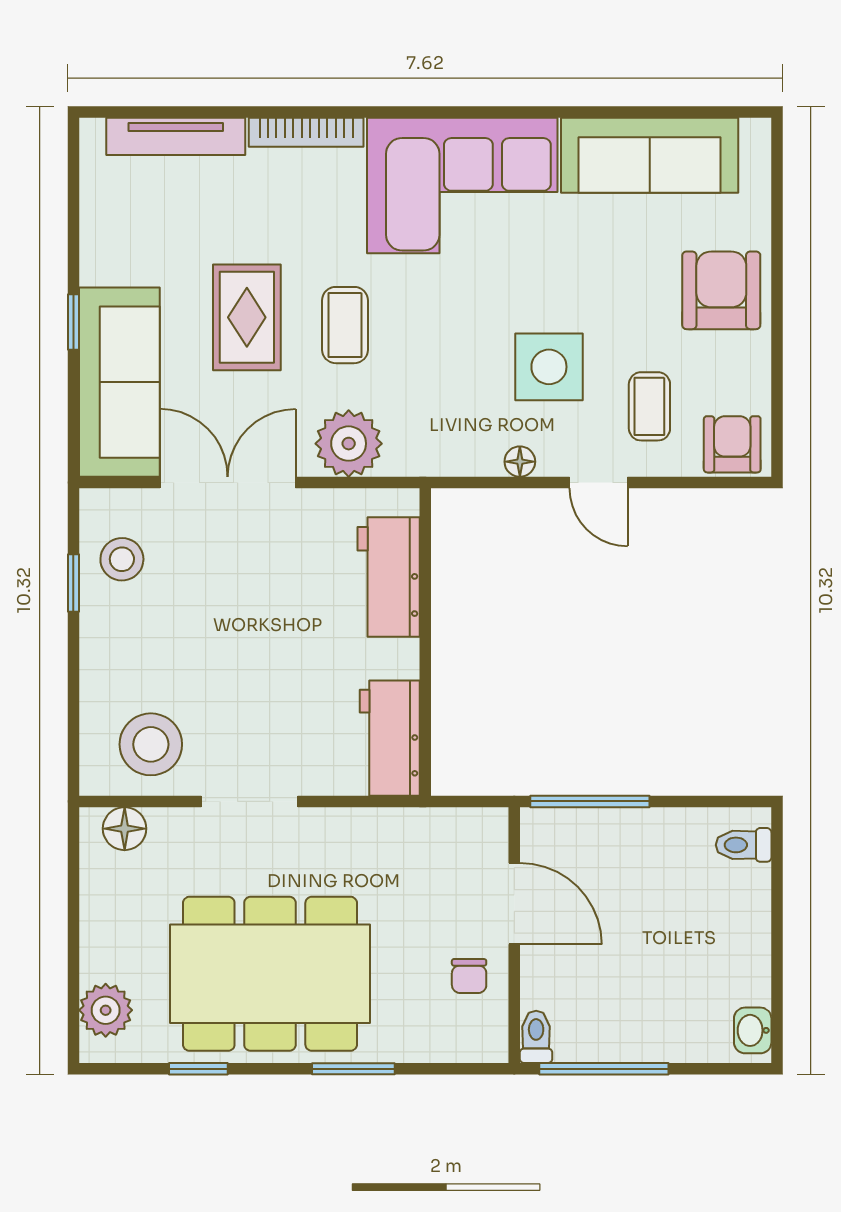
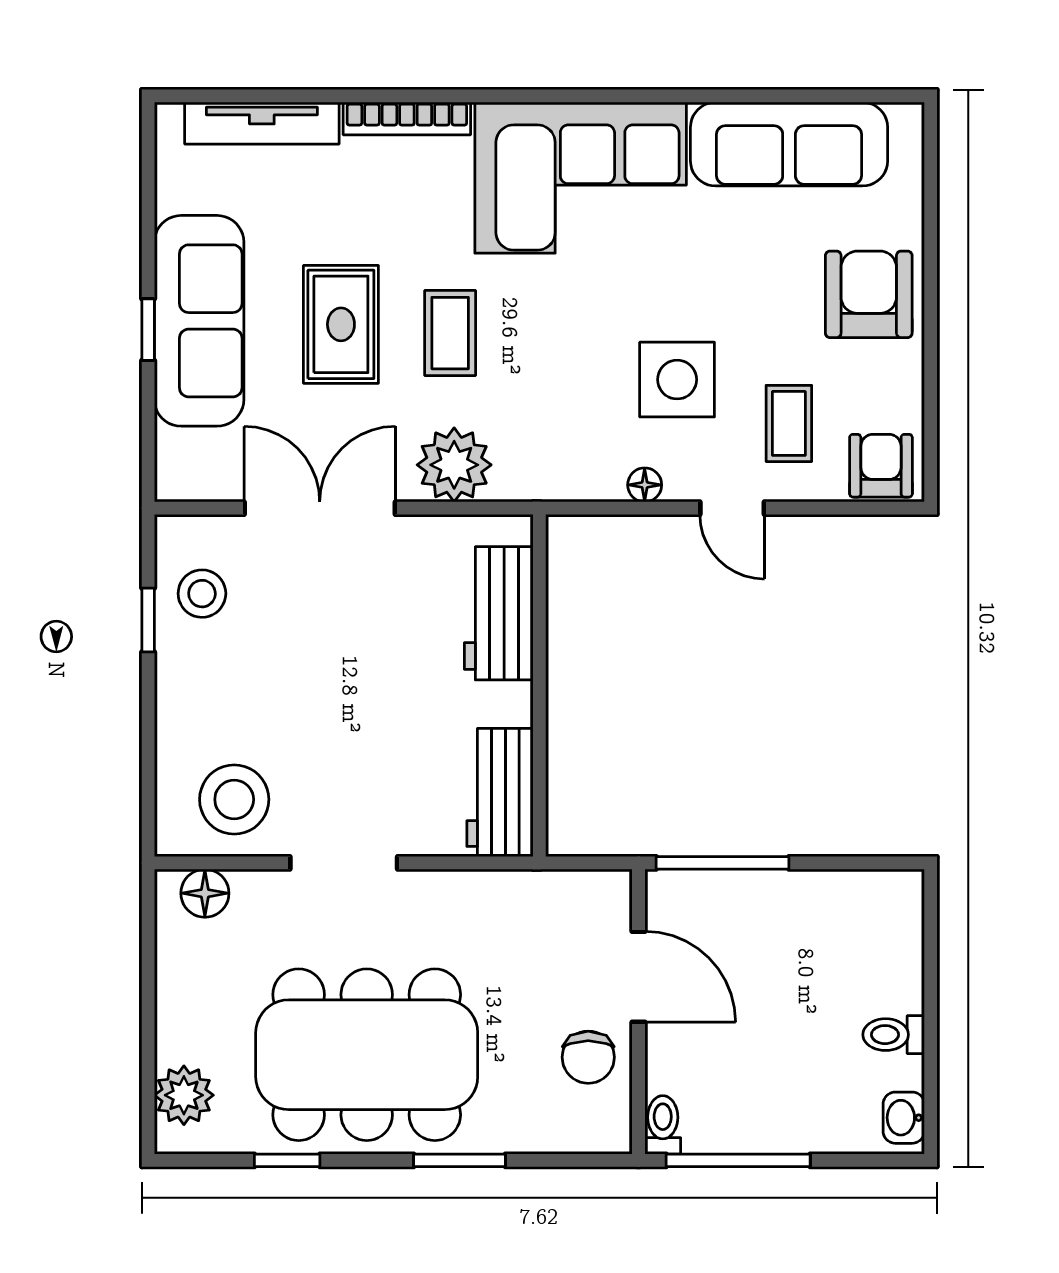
sofa: (119, 382) -> (199, 321), moved
toilet: (744, 845) -> (894, 1035), moved
chair: (469, 976) -> (588, 1057), width x1.37, depth x1.37

